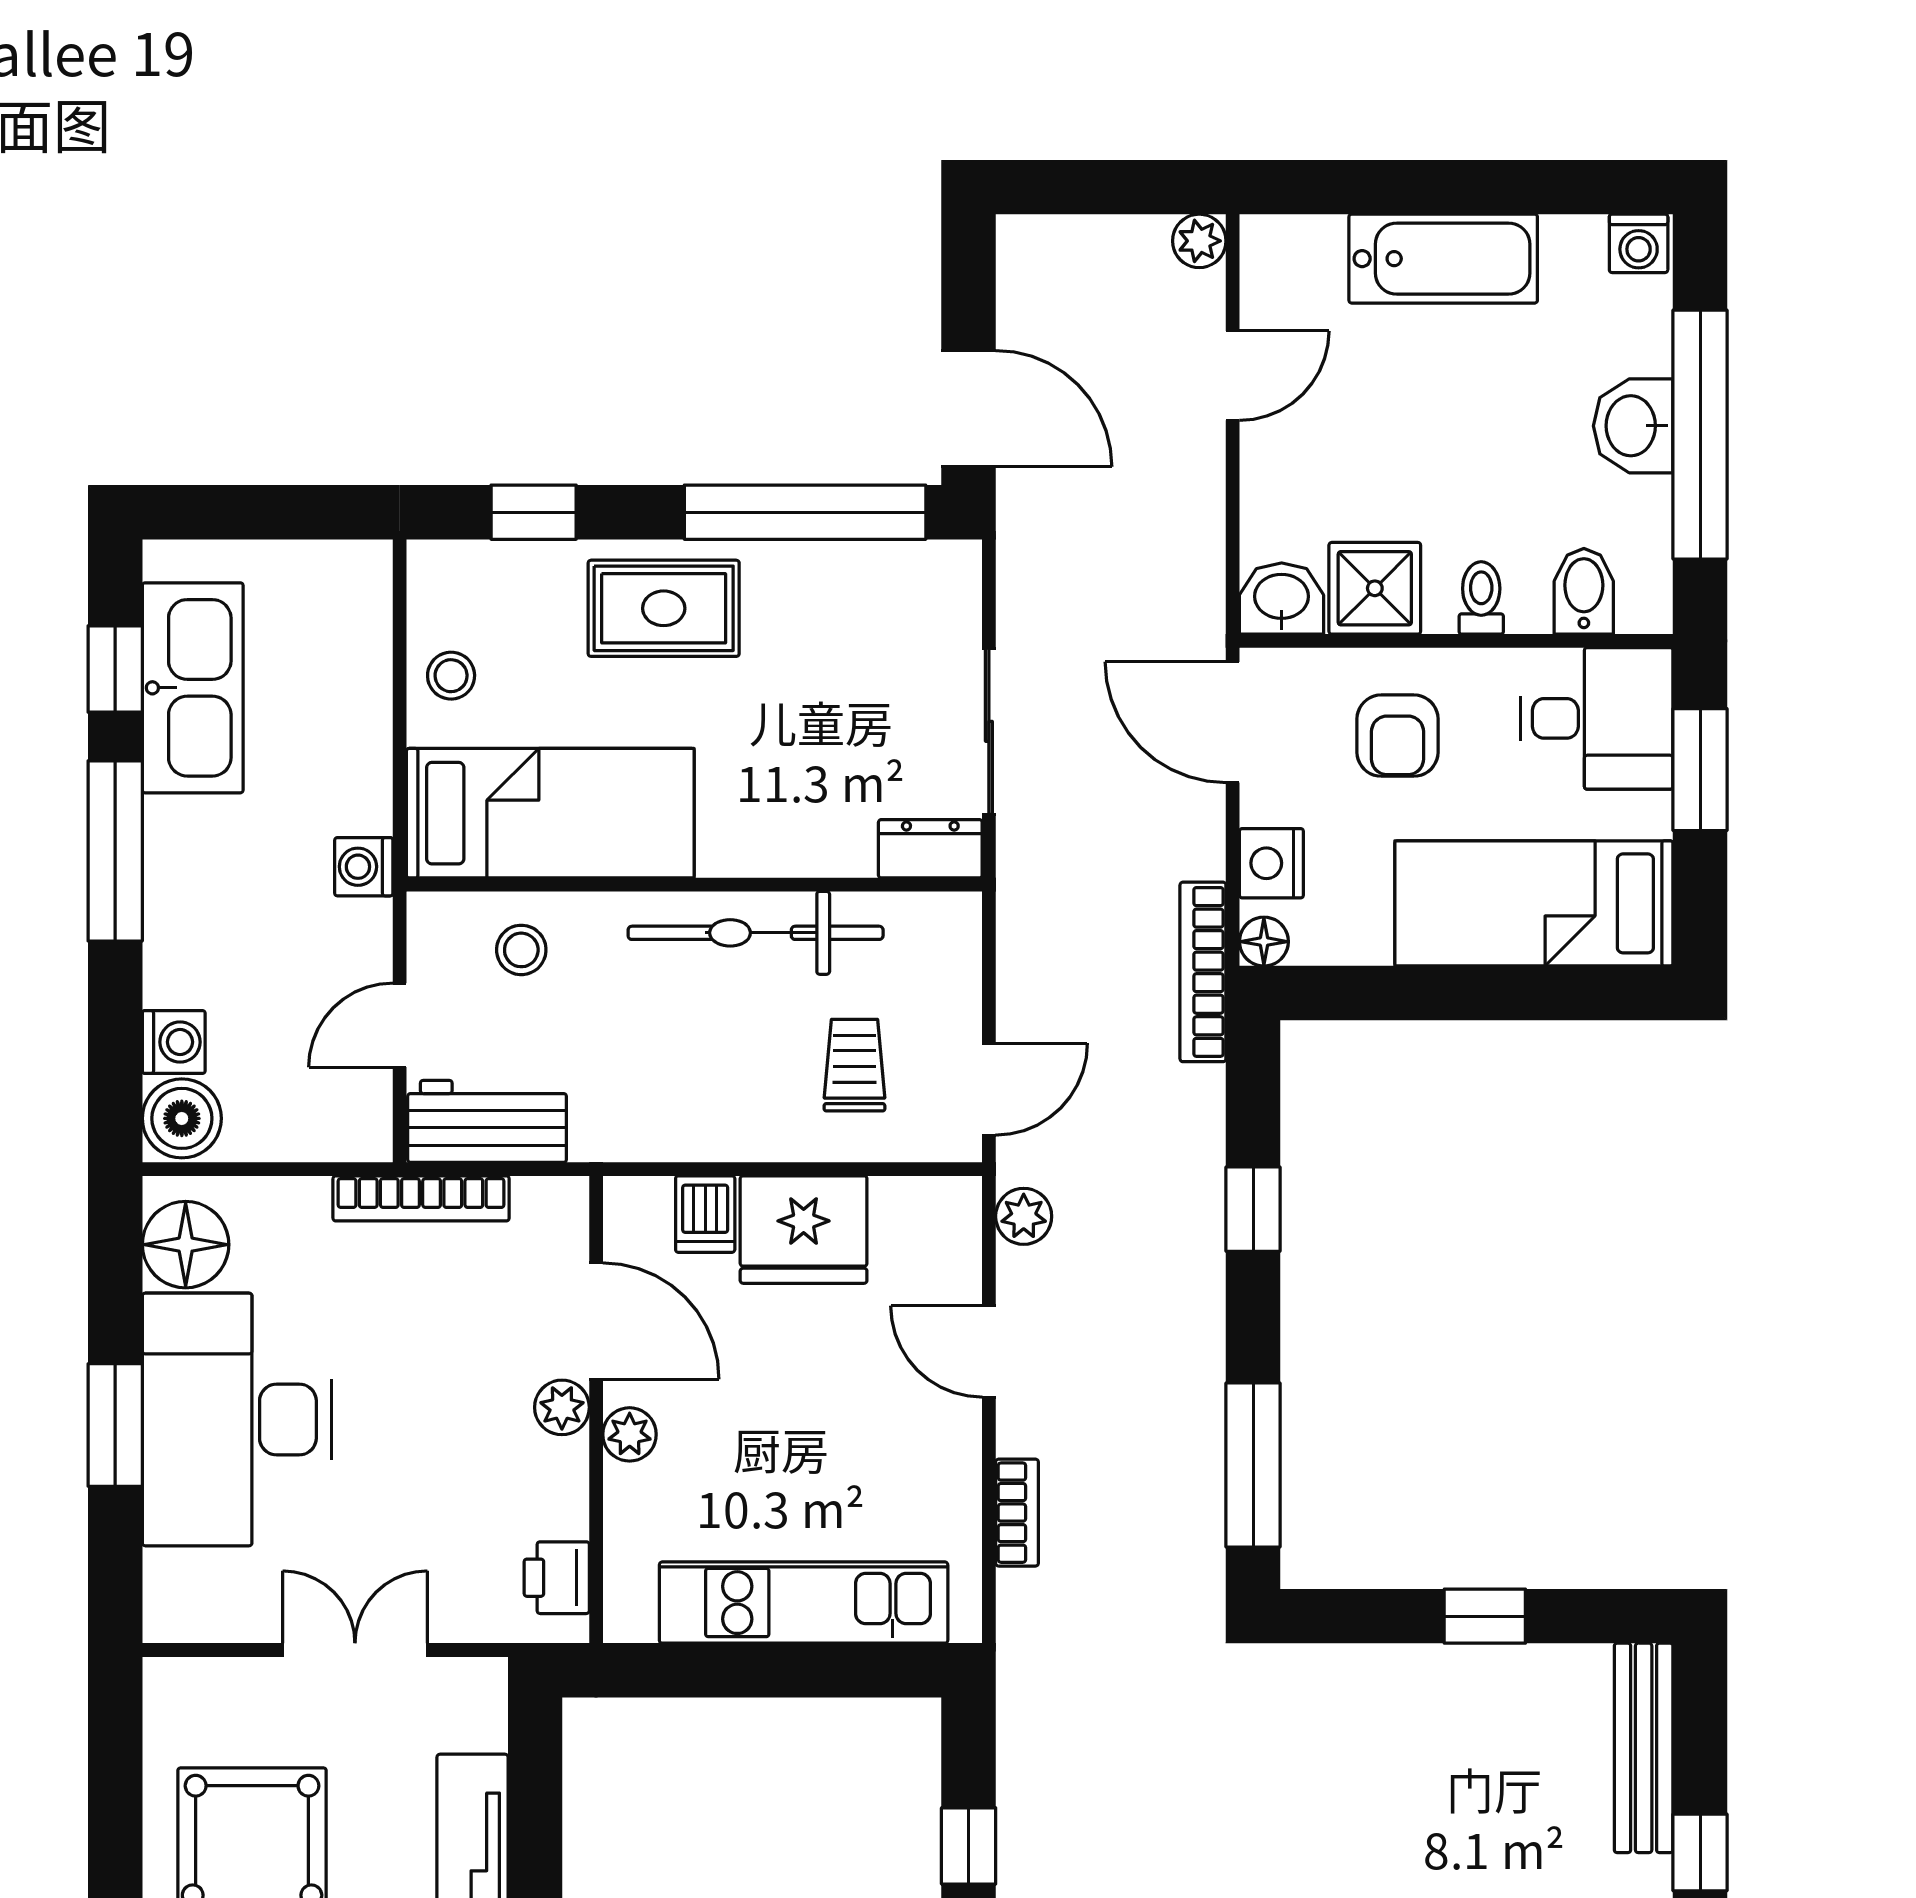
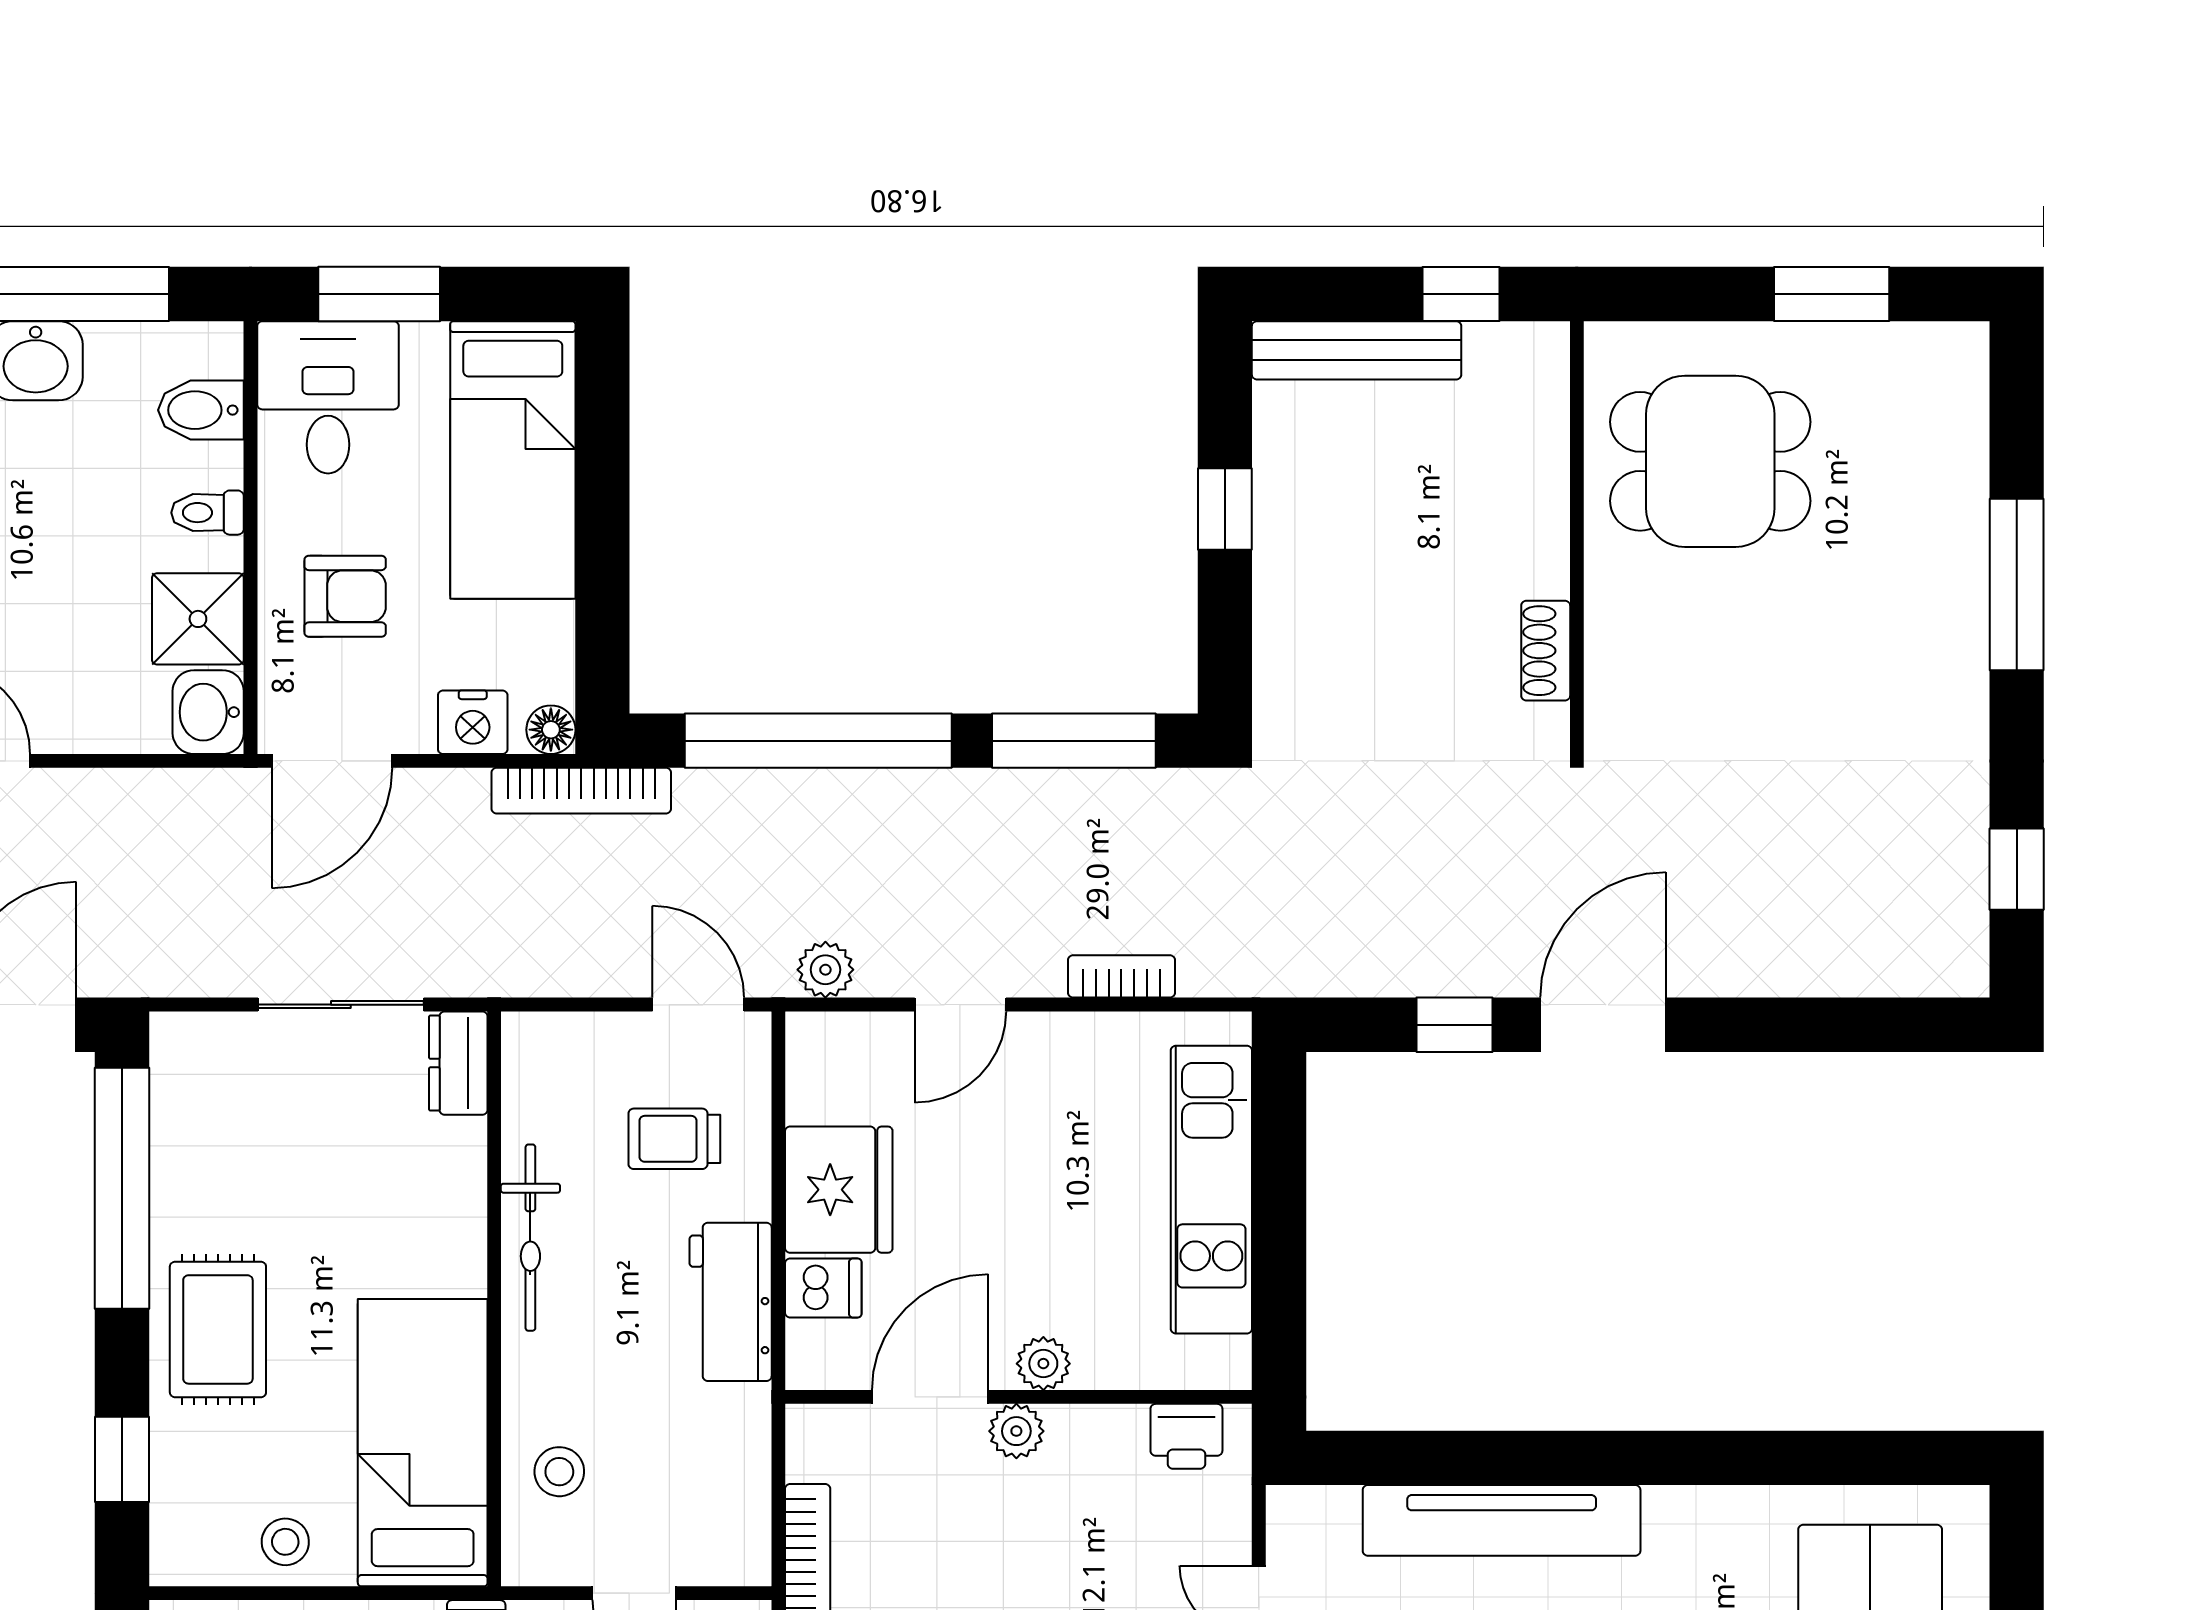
bicycle: (756, 933) -> (530, 1238), width x0.73, depth x0.71
workbench: (487, 1121) -> (731, 1302), moved
window: (1253, 1209) -> (818, 741), width x3.17

